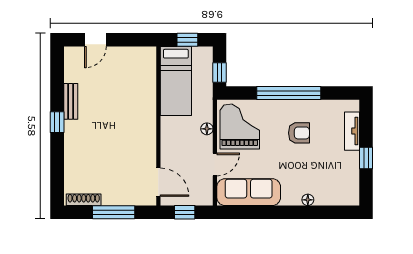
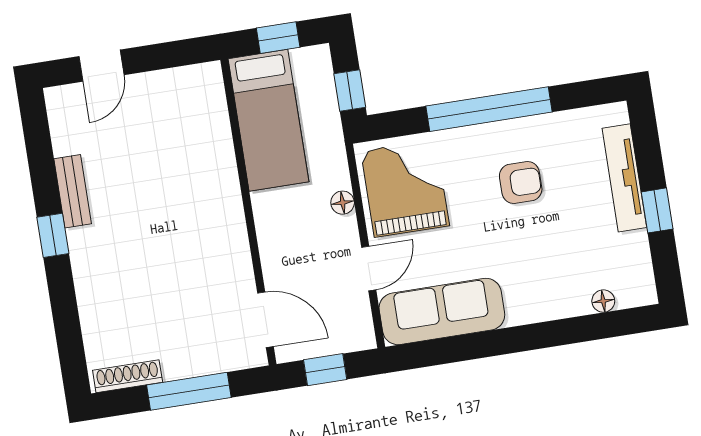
tv unit: (352, 131) -> (624, 178), width x1.41
floor lamp: (308, 200) -> (603, 301), moved

